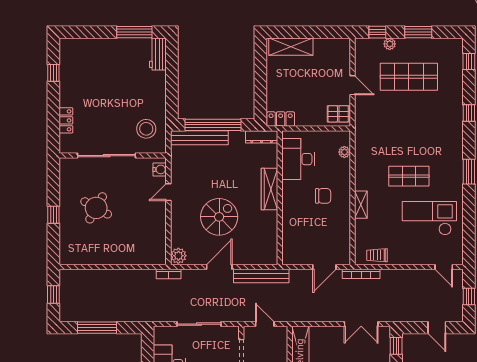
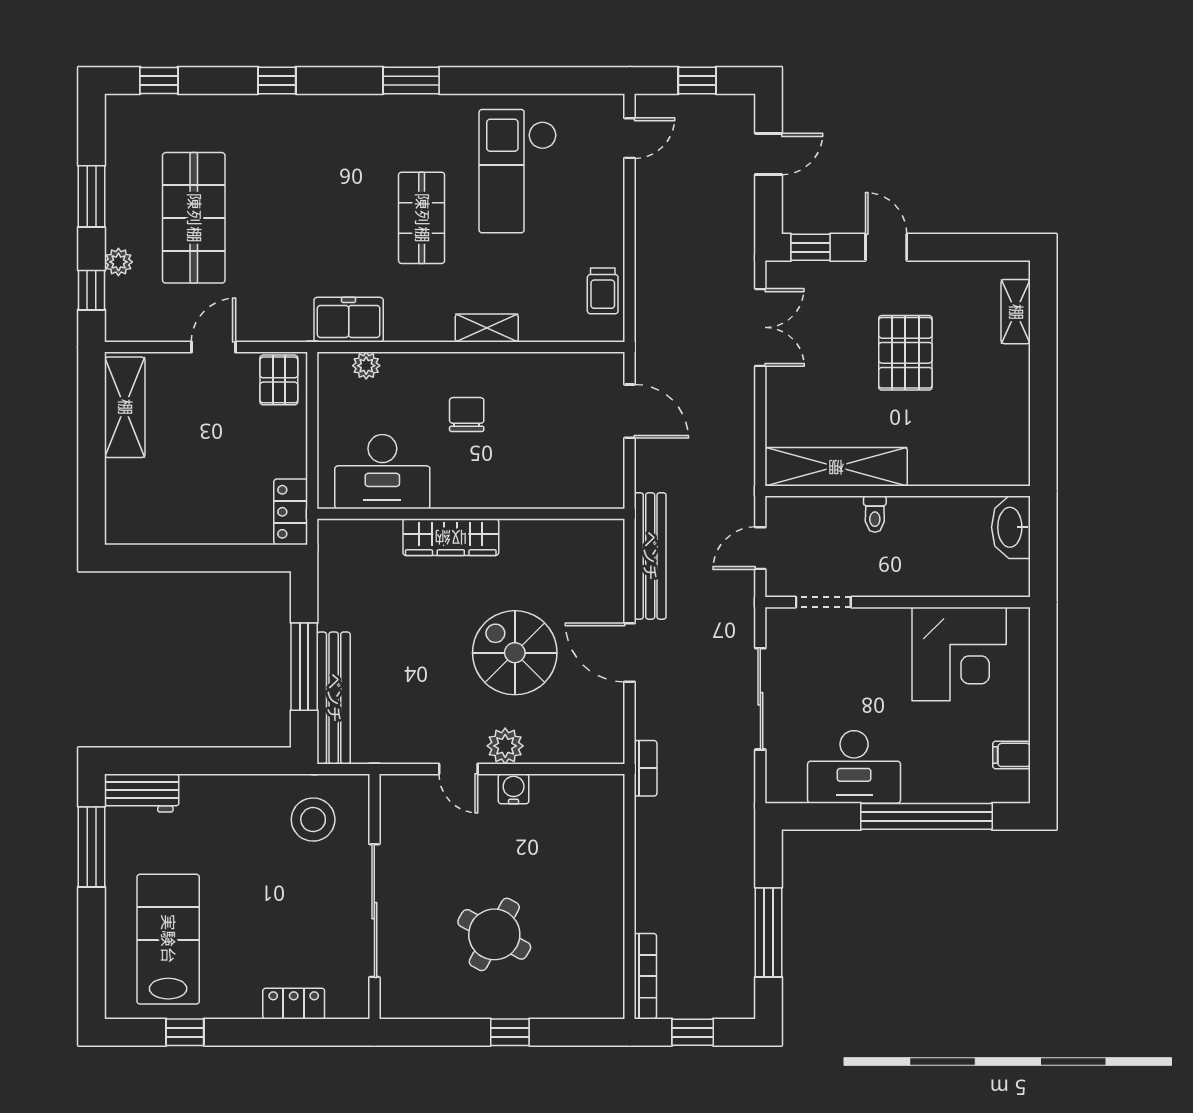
shelving: (291, 47) -> (125, 407), moved
lab bench: (94, 66) -> (168, 939), added
window: (213, 125) -> (304, 667), width x0.68
dresser: (262, 137) -> (332, 555), removed
freezer: (364, 144) -> (349, 320), added
water cooler: (160, 169) -> (514, 789), moved
plant: (178, 256) -> (505, 746), moved
bookcase: (361, 274) -> (645, 976), moved

